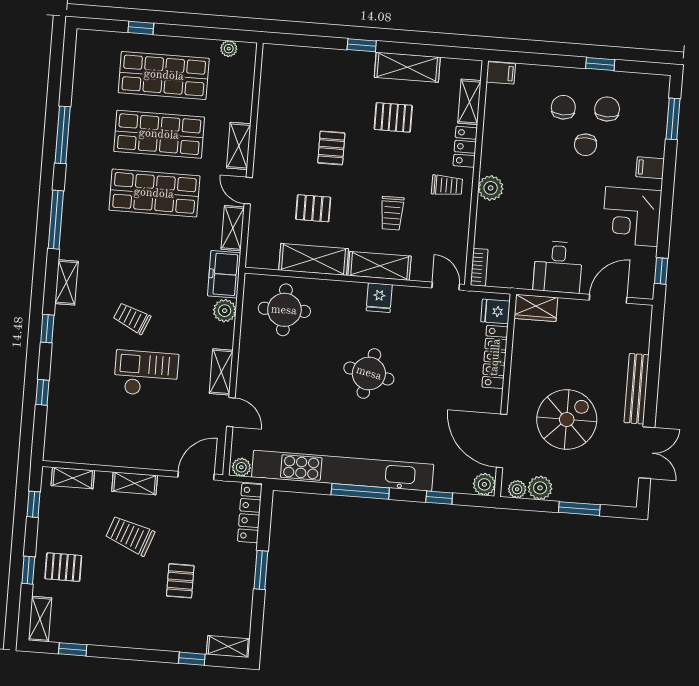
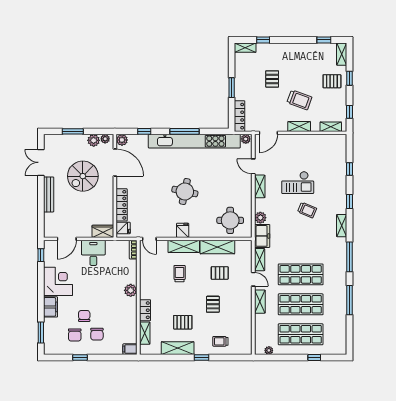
filing cabinet: (650, 168) -> (51, 307), width x2.00
trolley: (447, 185) -> (220, 341), moved

